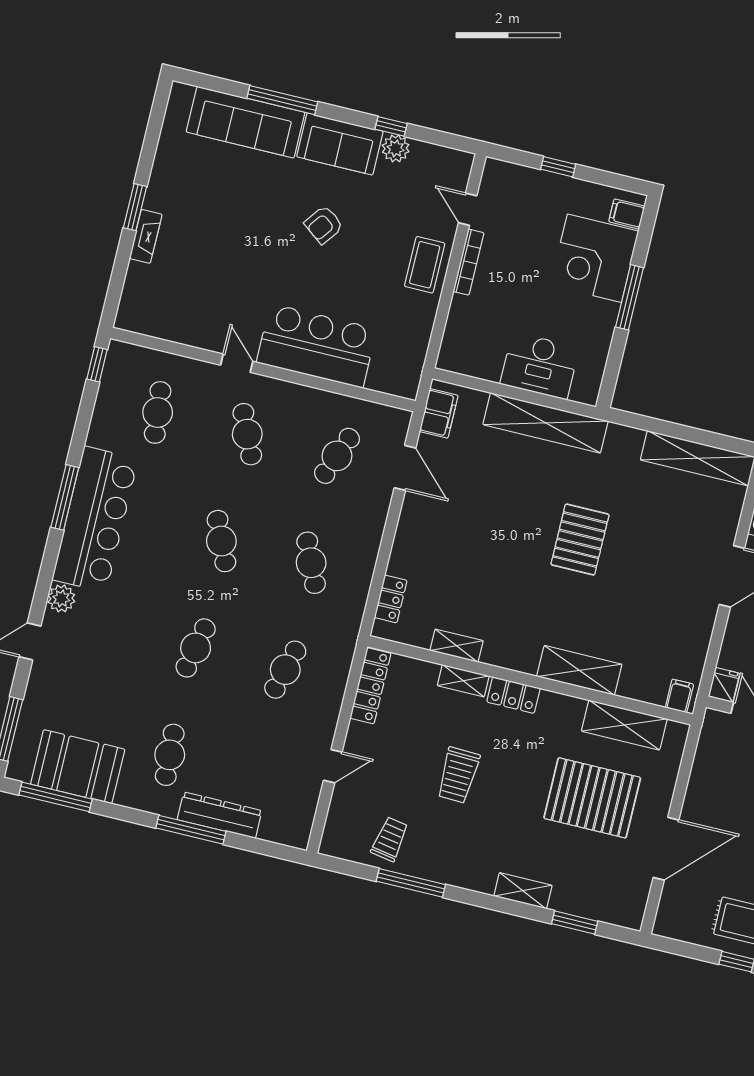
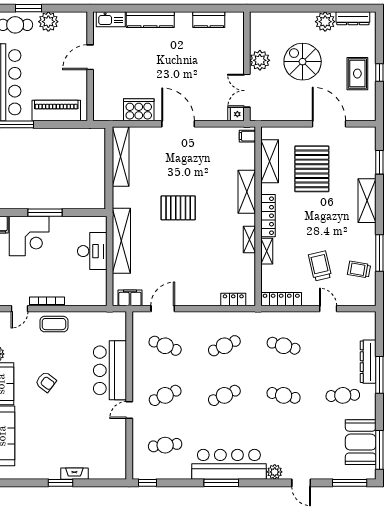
shelving: (456, 646) -> (249, 239), moved
locker: (513, 695) -> (268, 216), width x1.53
trolley: (458, 775) -> (320, 266), moved, turned -105
shelving: (523, 891) -> (367, 201), width x1.50, depth x1.33

